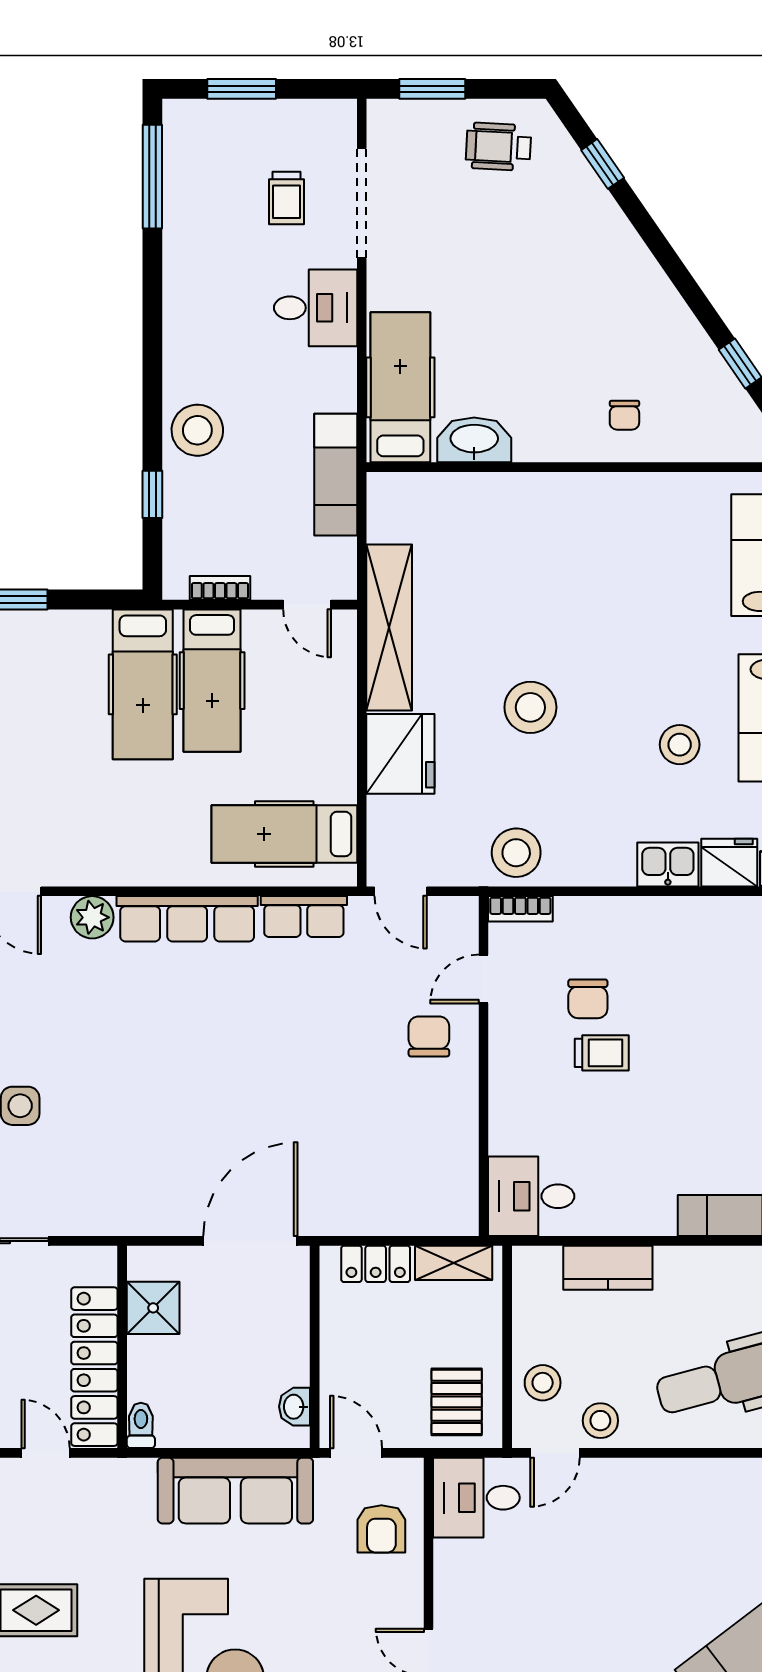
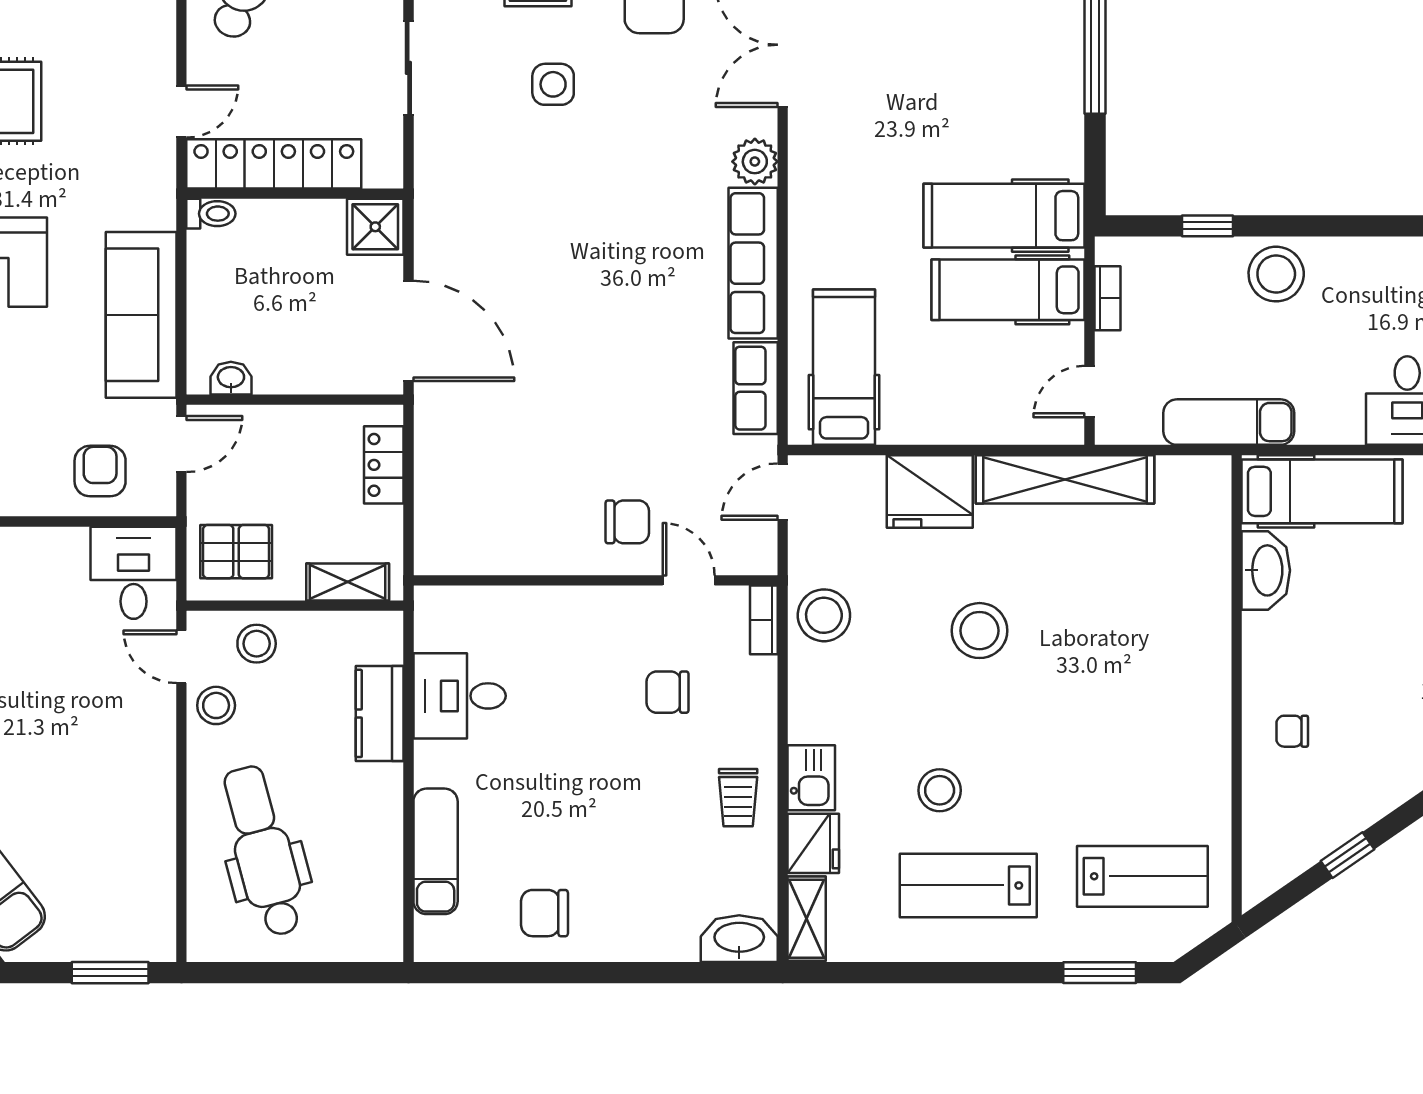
trolley: (602, 1053) -> (738, 798), moved
desk: (531, 1196) -> (460, 696), moved, turned -90
shelving: (454, 1263) -> (348, 582), moved, turned 90
shower: (153, 1308) -> (375, 227), moved
armchair: (381, 1529) -> (100, 471), turned 90

